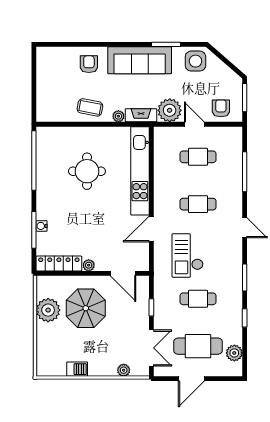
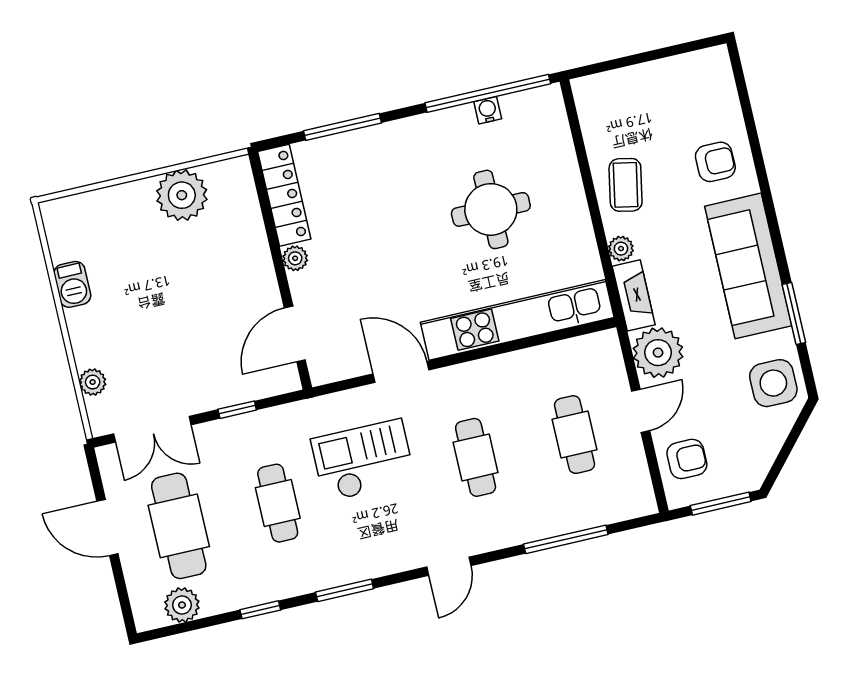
water cooler: (42, 226) -> (488, 110), moved
parasol: (86, 308) -> (204, 273), removed

